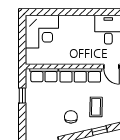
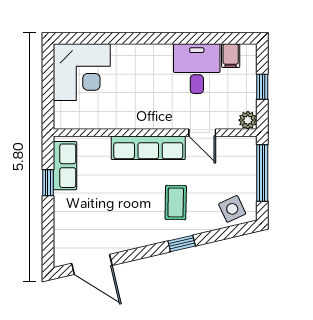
row of seats: (44, 75) -> (65, 166), moved, turned -90
chair: (71, 117) -> (132, 220), removed

